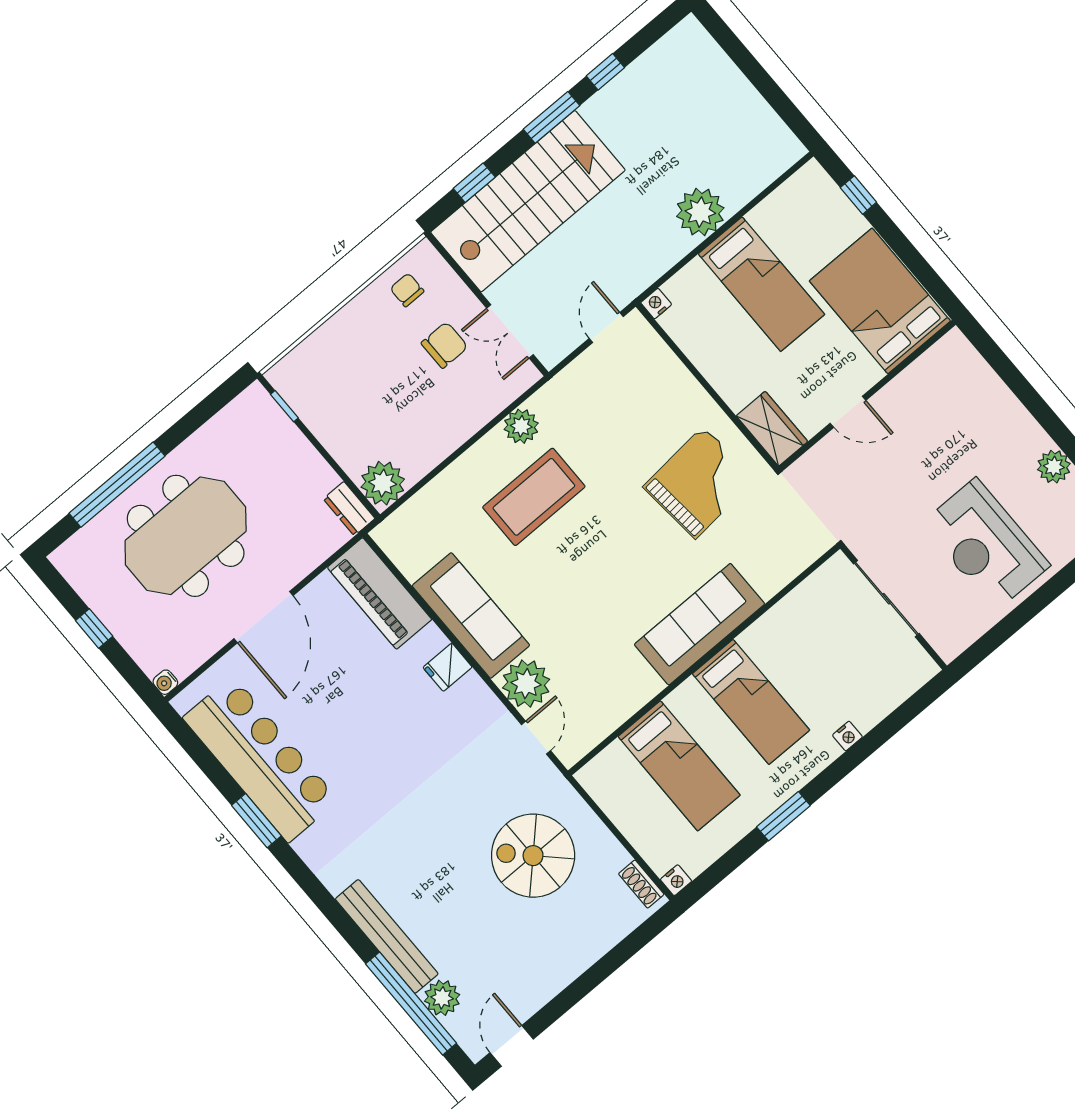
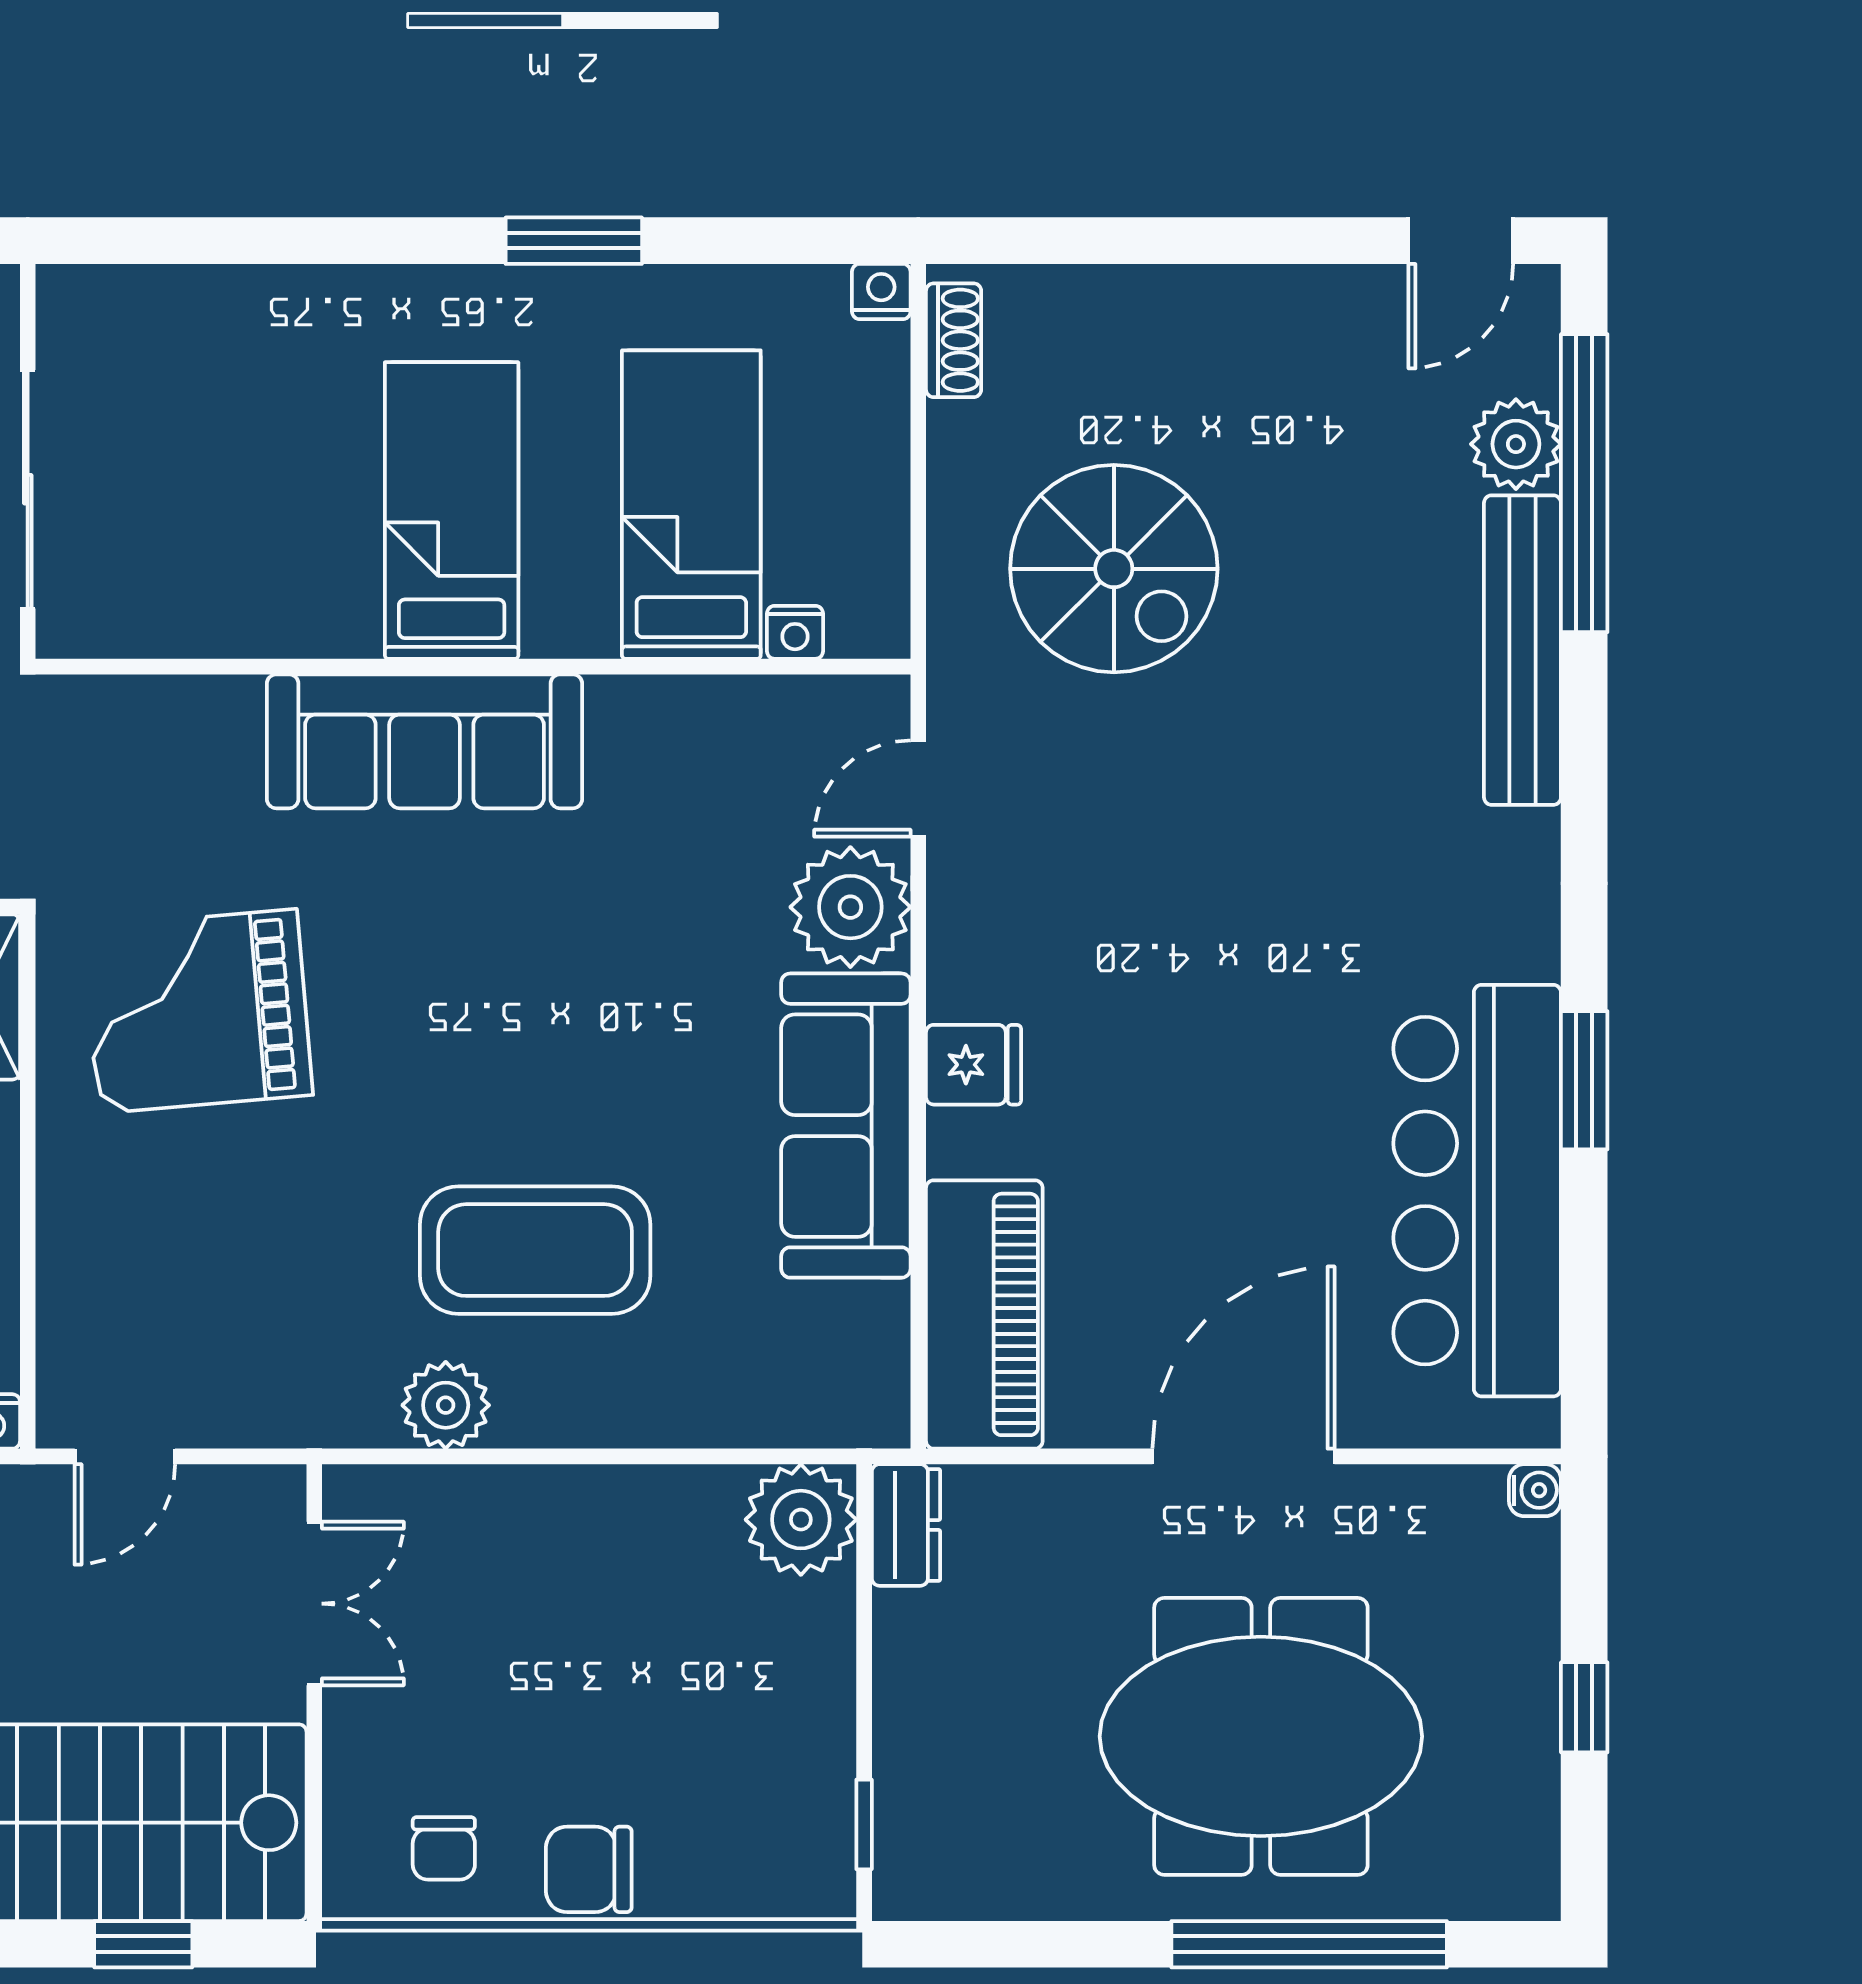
chair: (445, 345) -> (589, 1869), moved
nightstand: (847, 736) -> (795, 632), moved, turned 180

